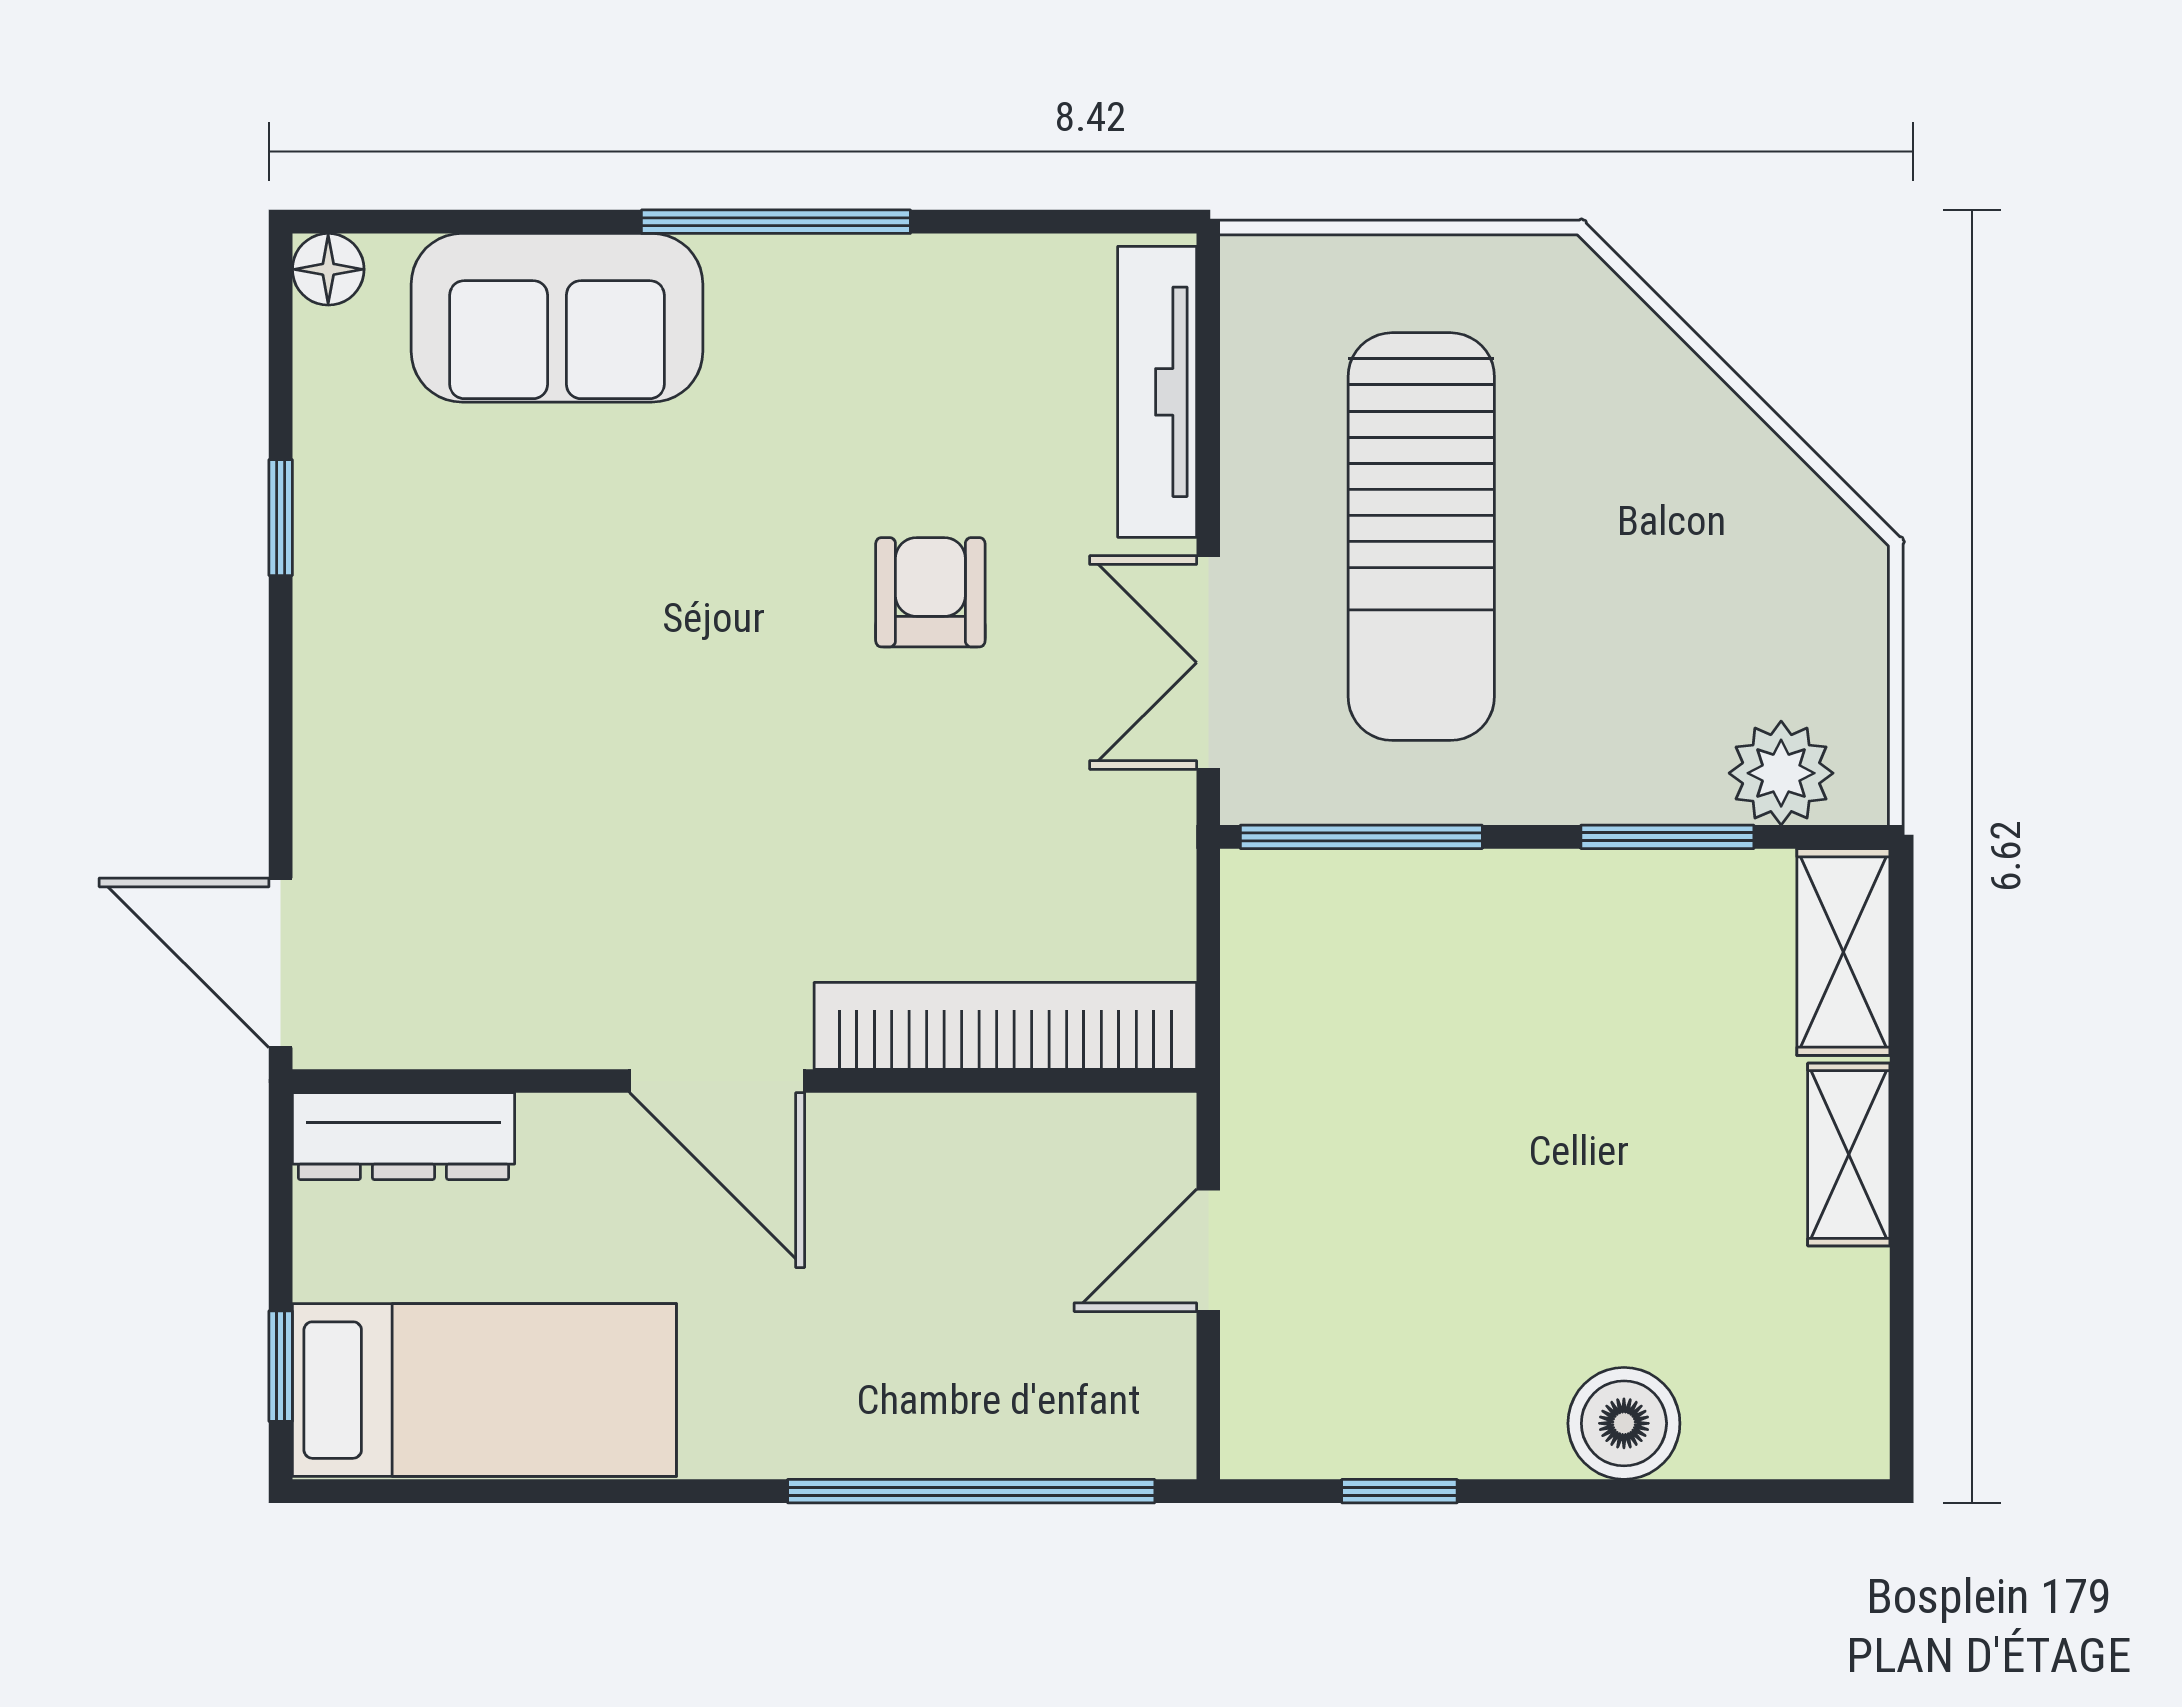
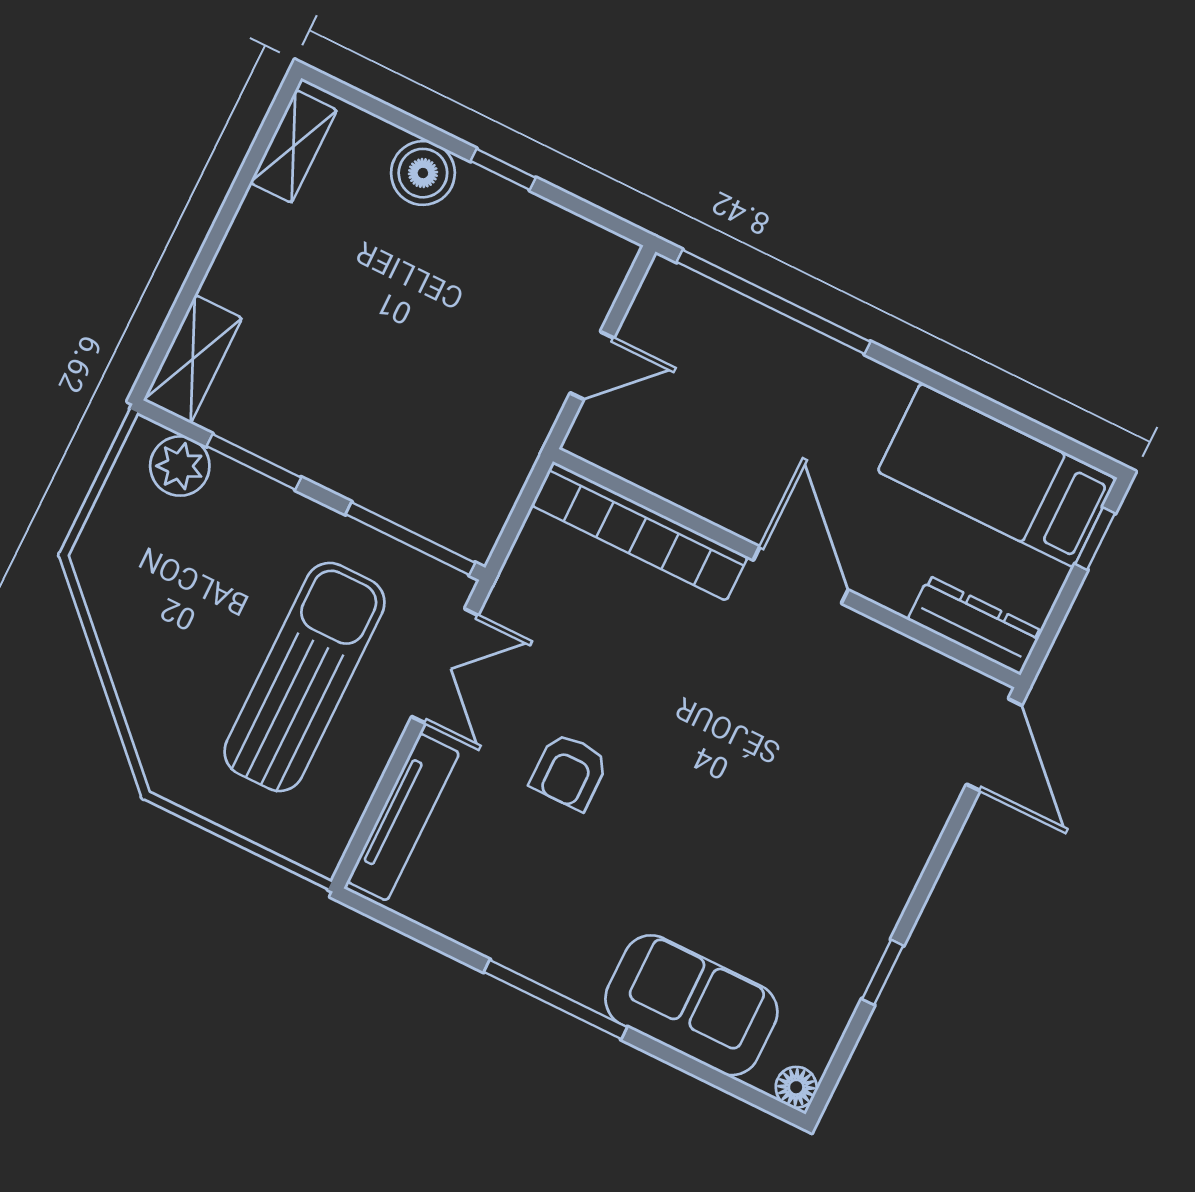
shelving: (1849, 1154) -> (294, 146), moved
window: (1399, 1491) -> (503, 169), moved

